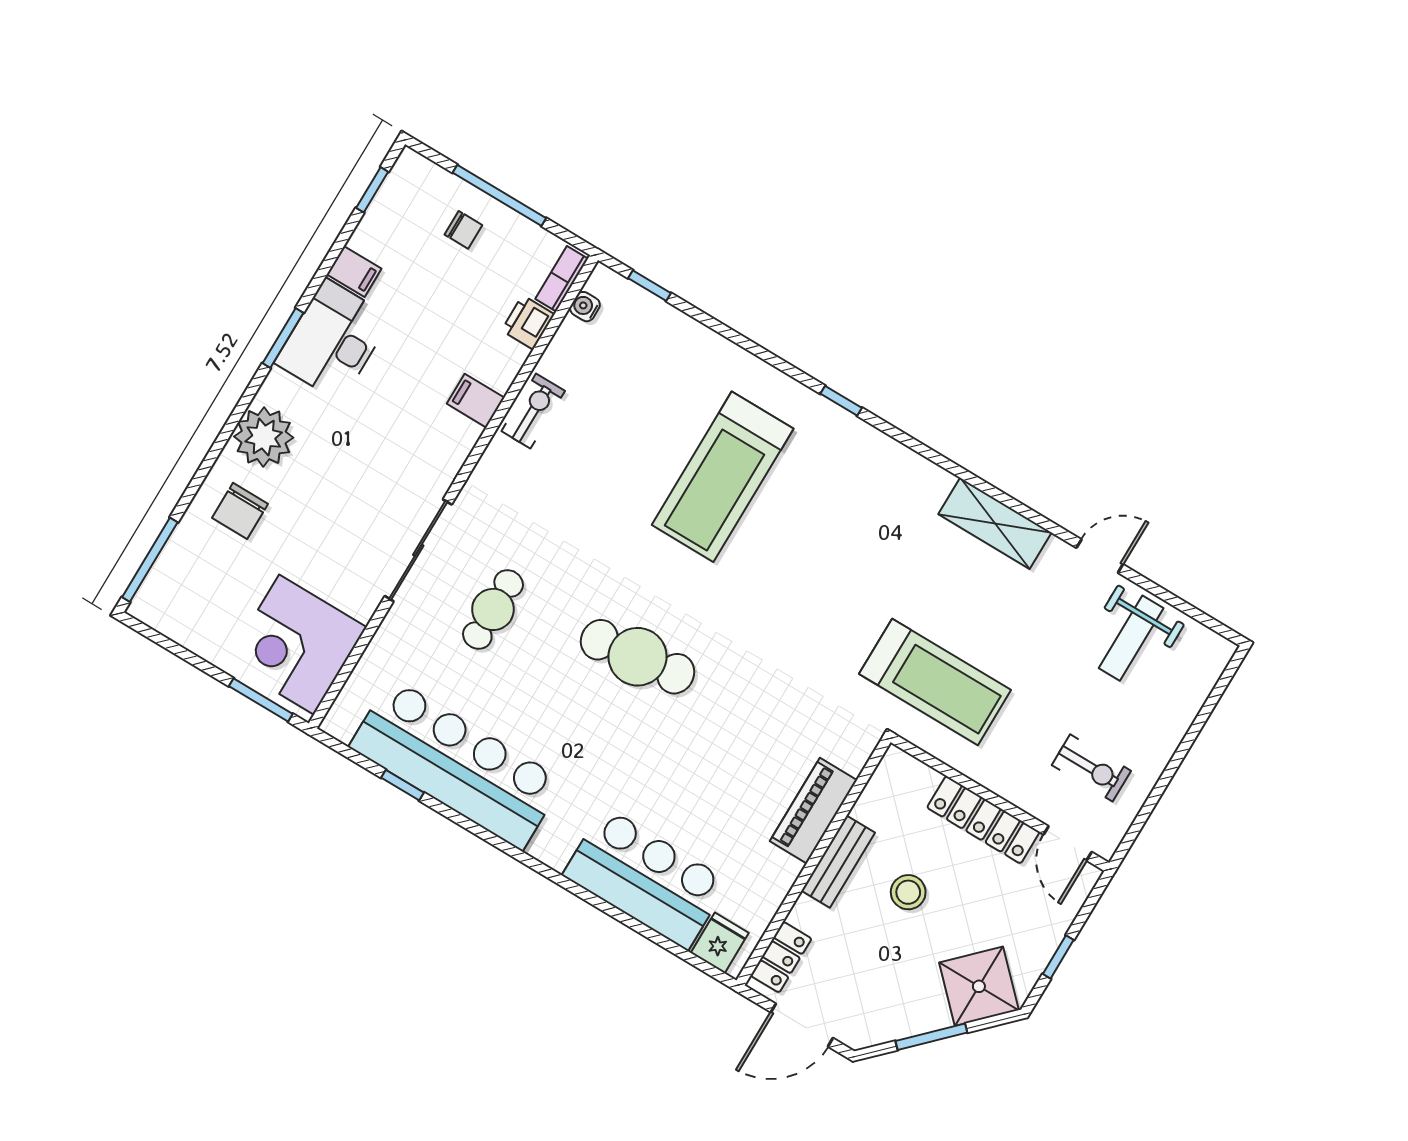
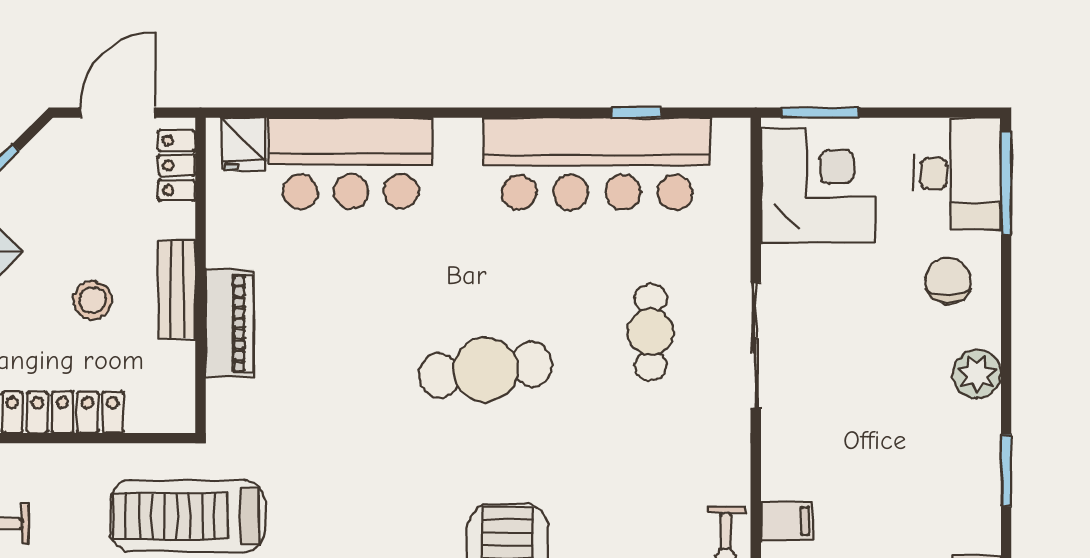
desk: (333, 340) -> (957, 173), moved
plant: (264, 437) -> (977, 374), width x0.73, depth x0.73

